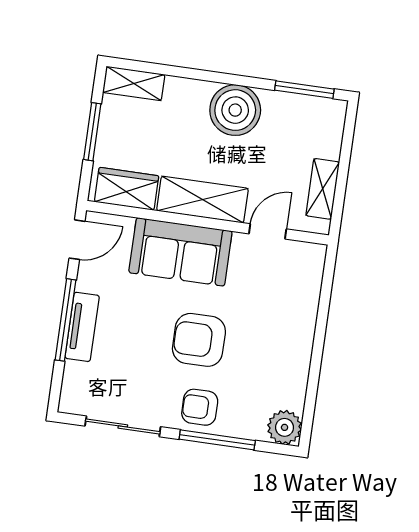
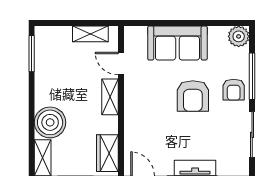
boiler: (235, 110) -> (50, 122), moved
shelving: (202, 200) -> (110, 97), width x0.67, depth x0.75
sofa: (180, 252) -> (177, 43), moved, turned 90

